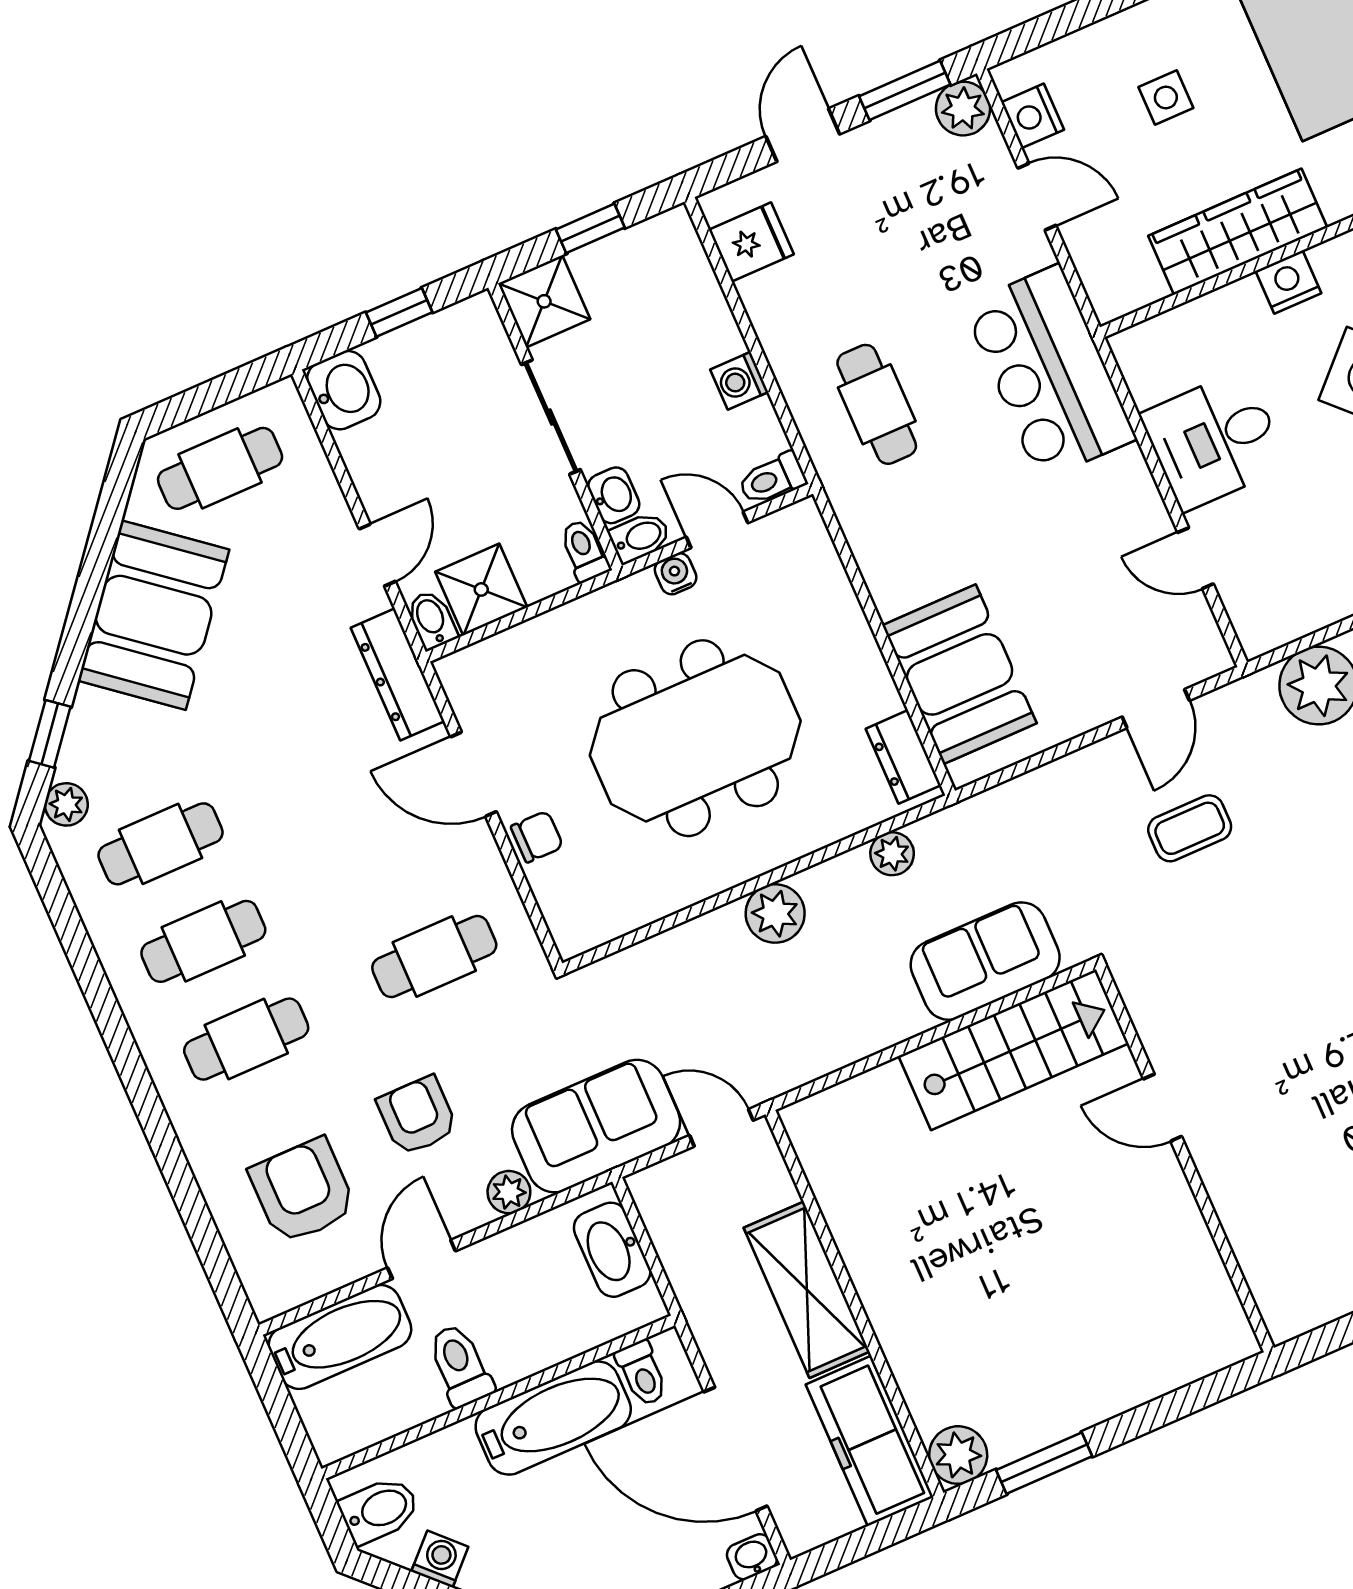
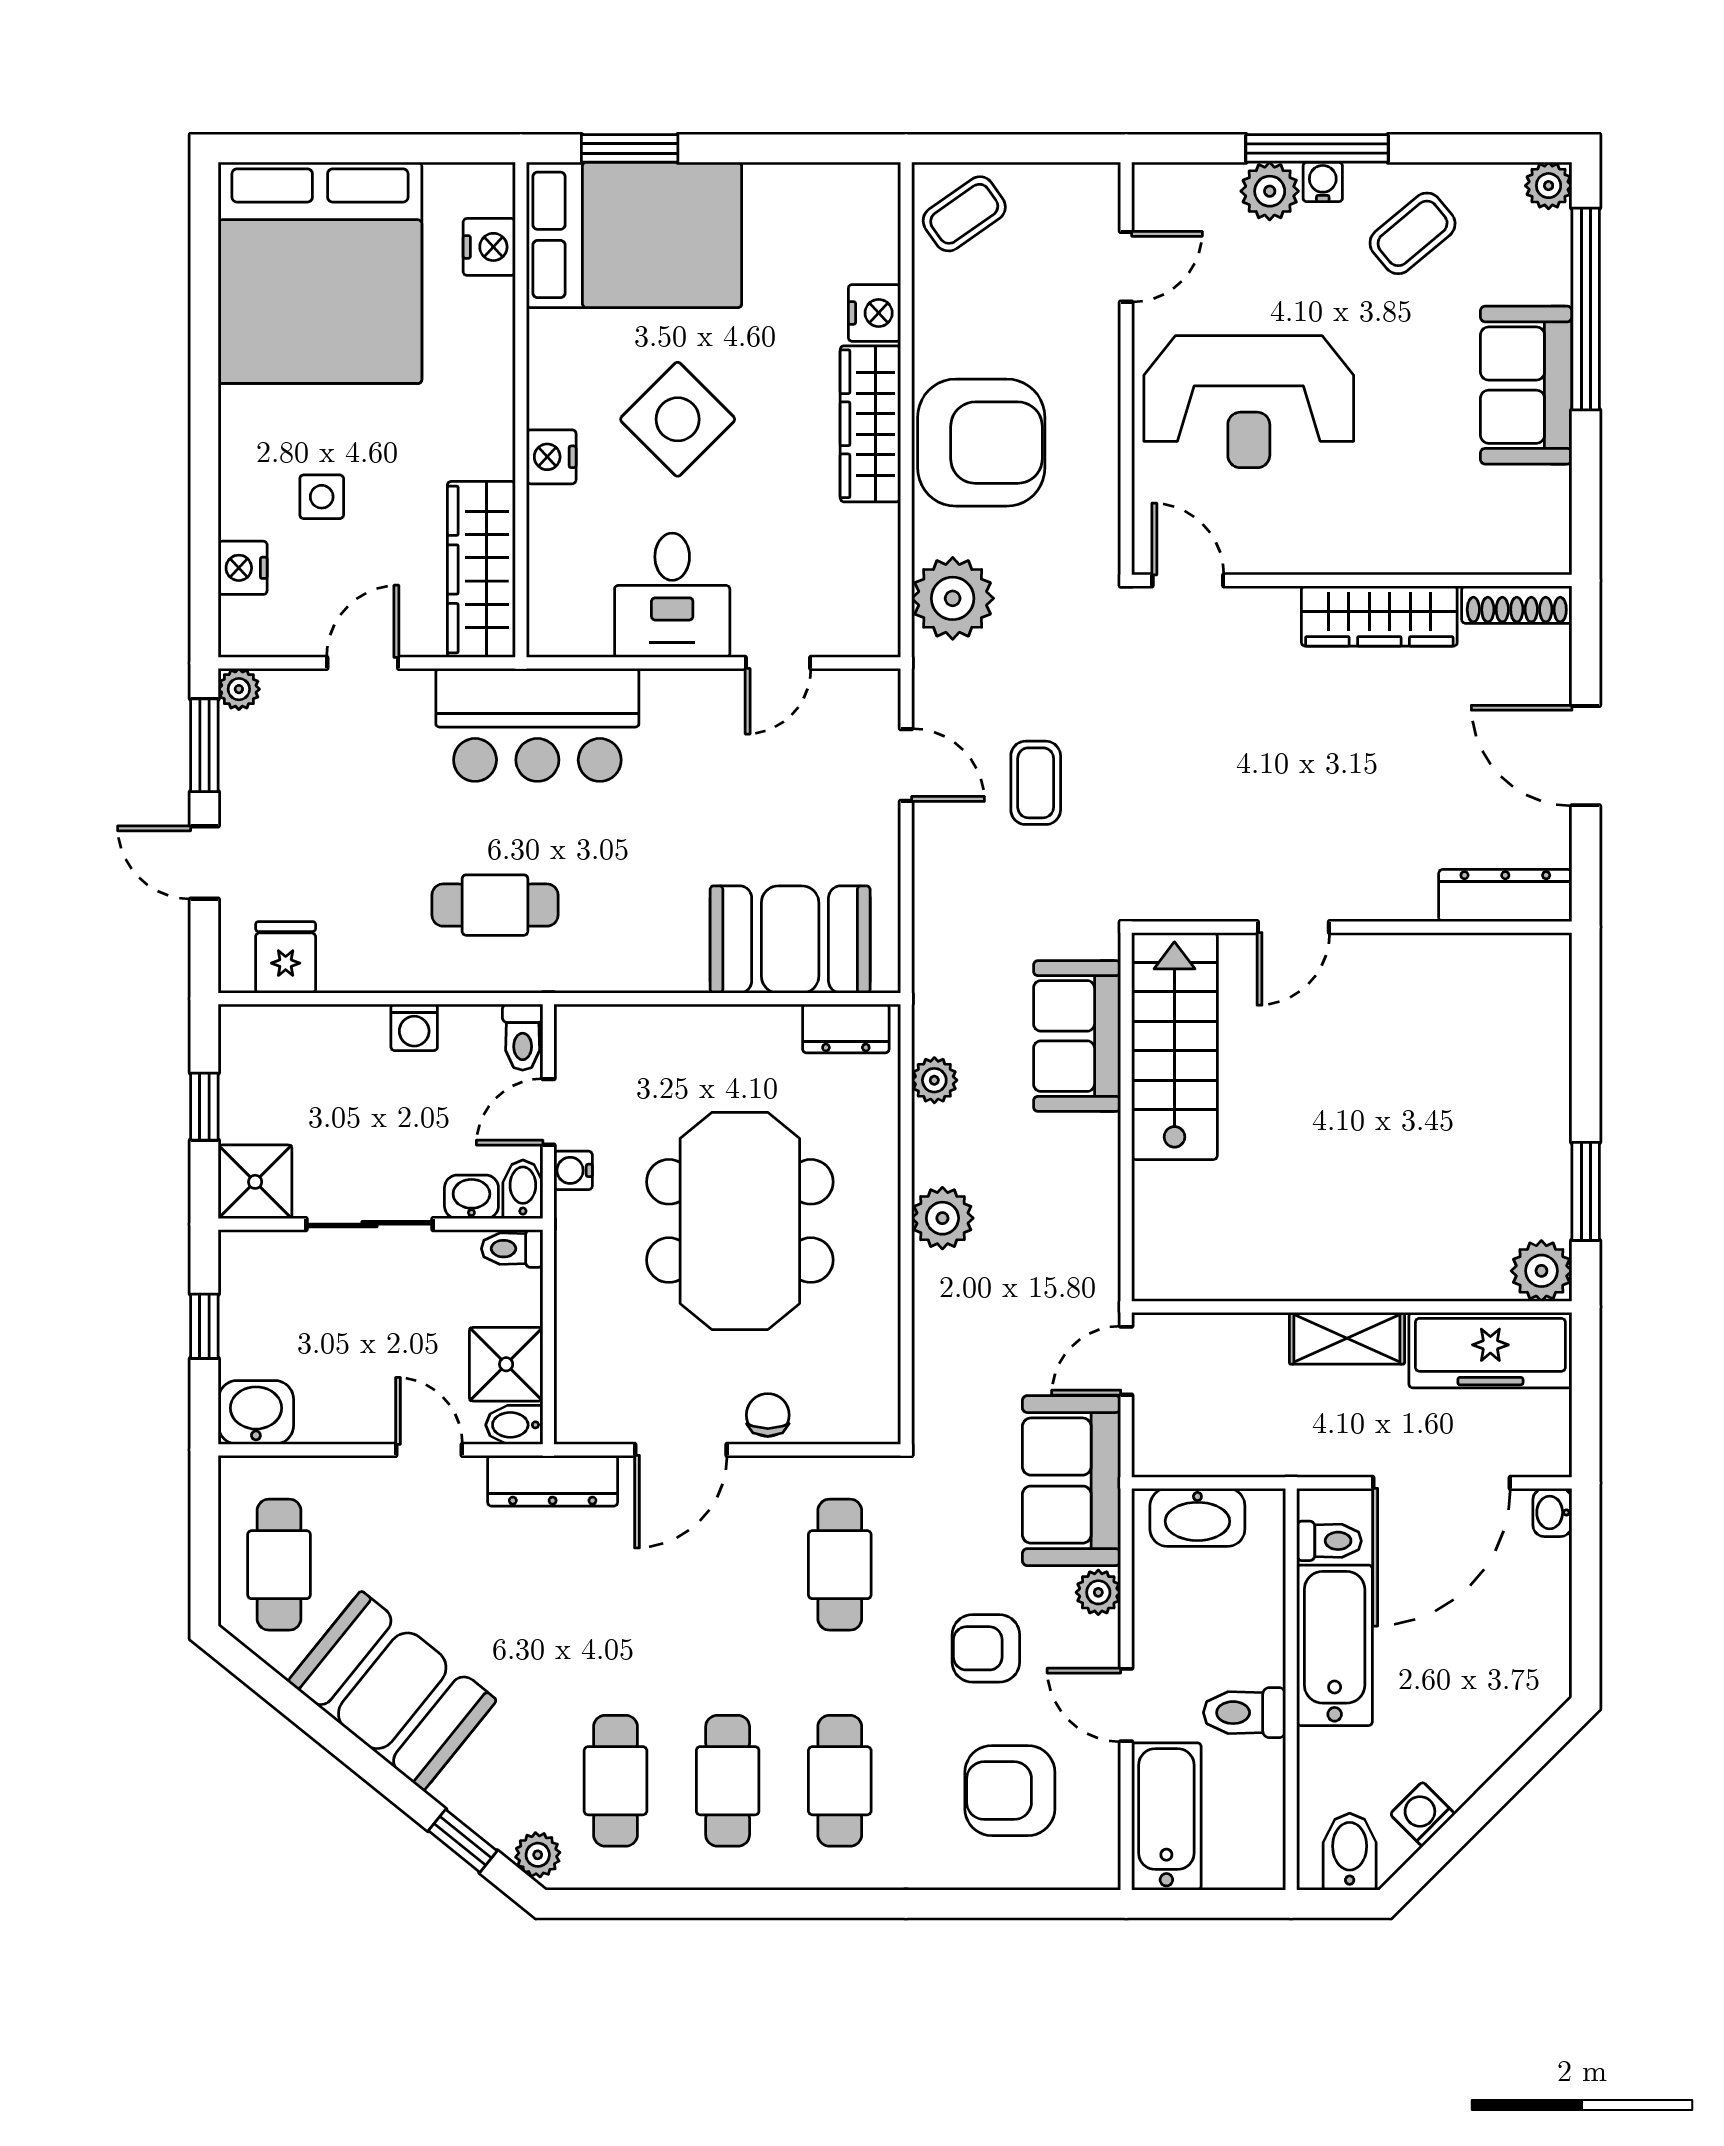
plant: (963, 109) -> (239, 689), width x0.73, depth x0.73
nightstand: (1033, 116) -> (243, 568), moved, turned 90
wardrobe: (1238, 232) -> (481, 569), moved
dresser: (1271, 1280) -> (1505, 896), added
shelving: (807, 1290) -> (1347, 1338), width x0.67, depth x0.75

